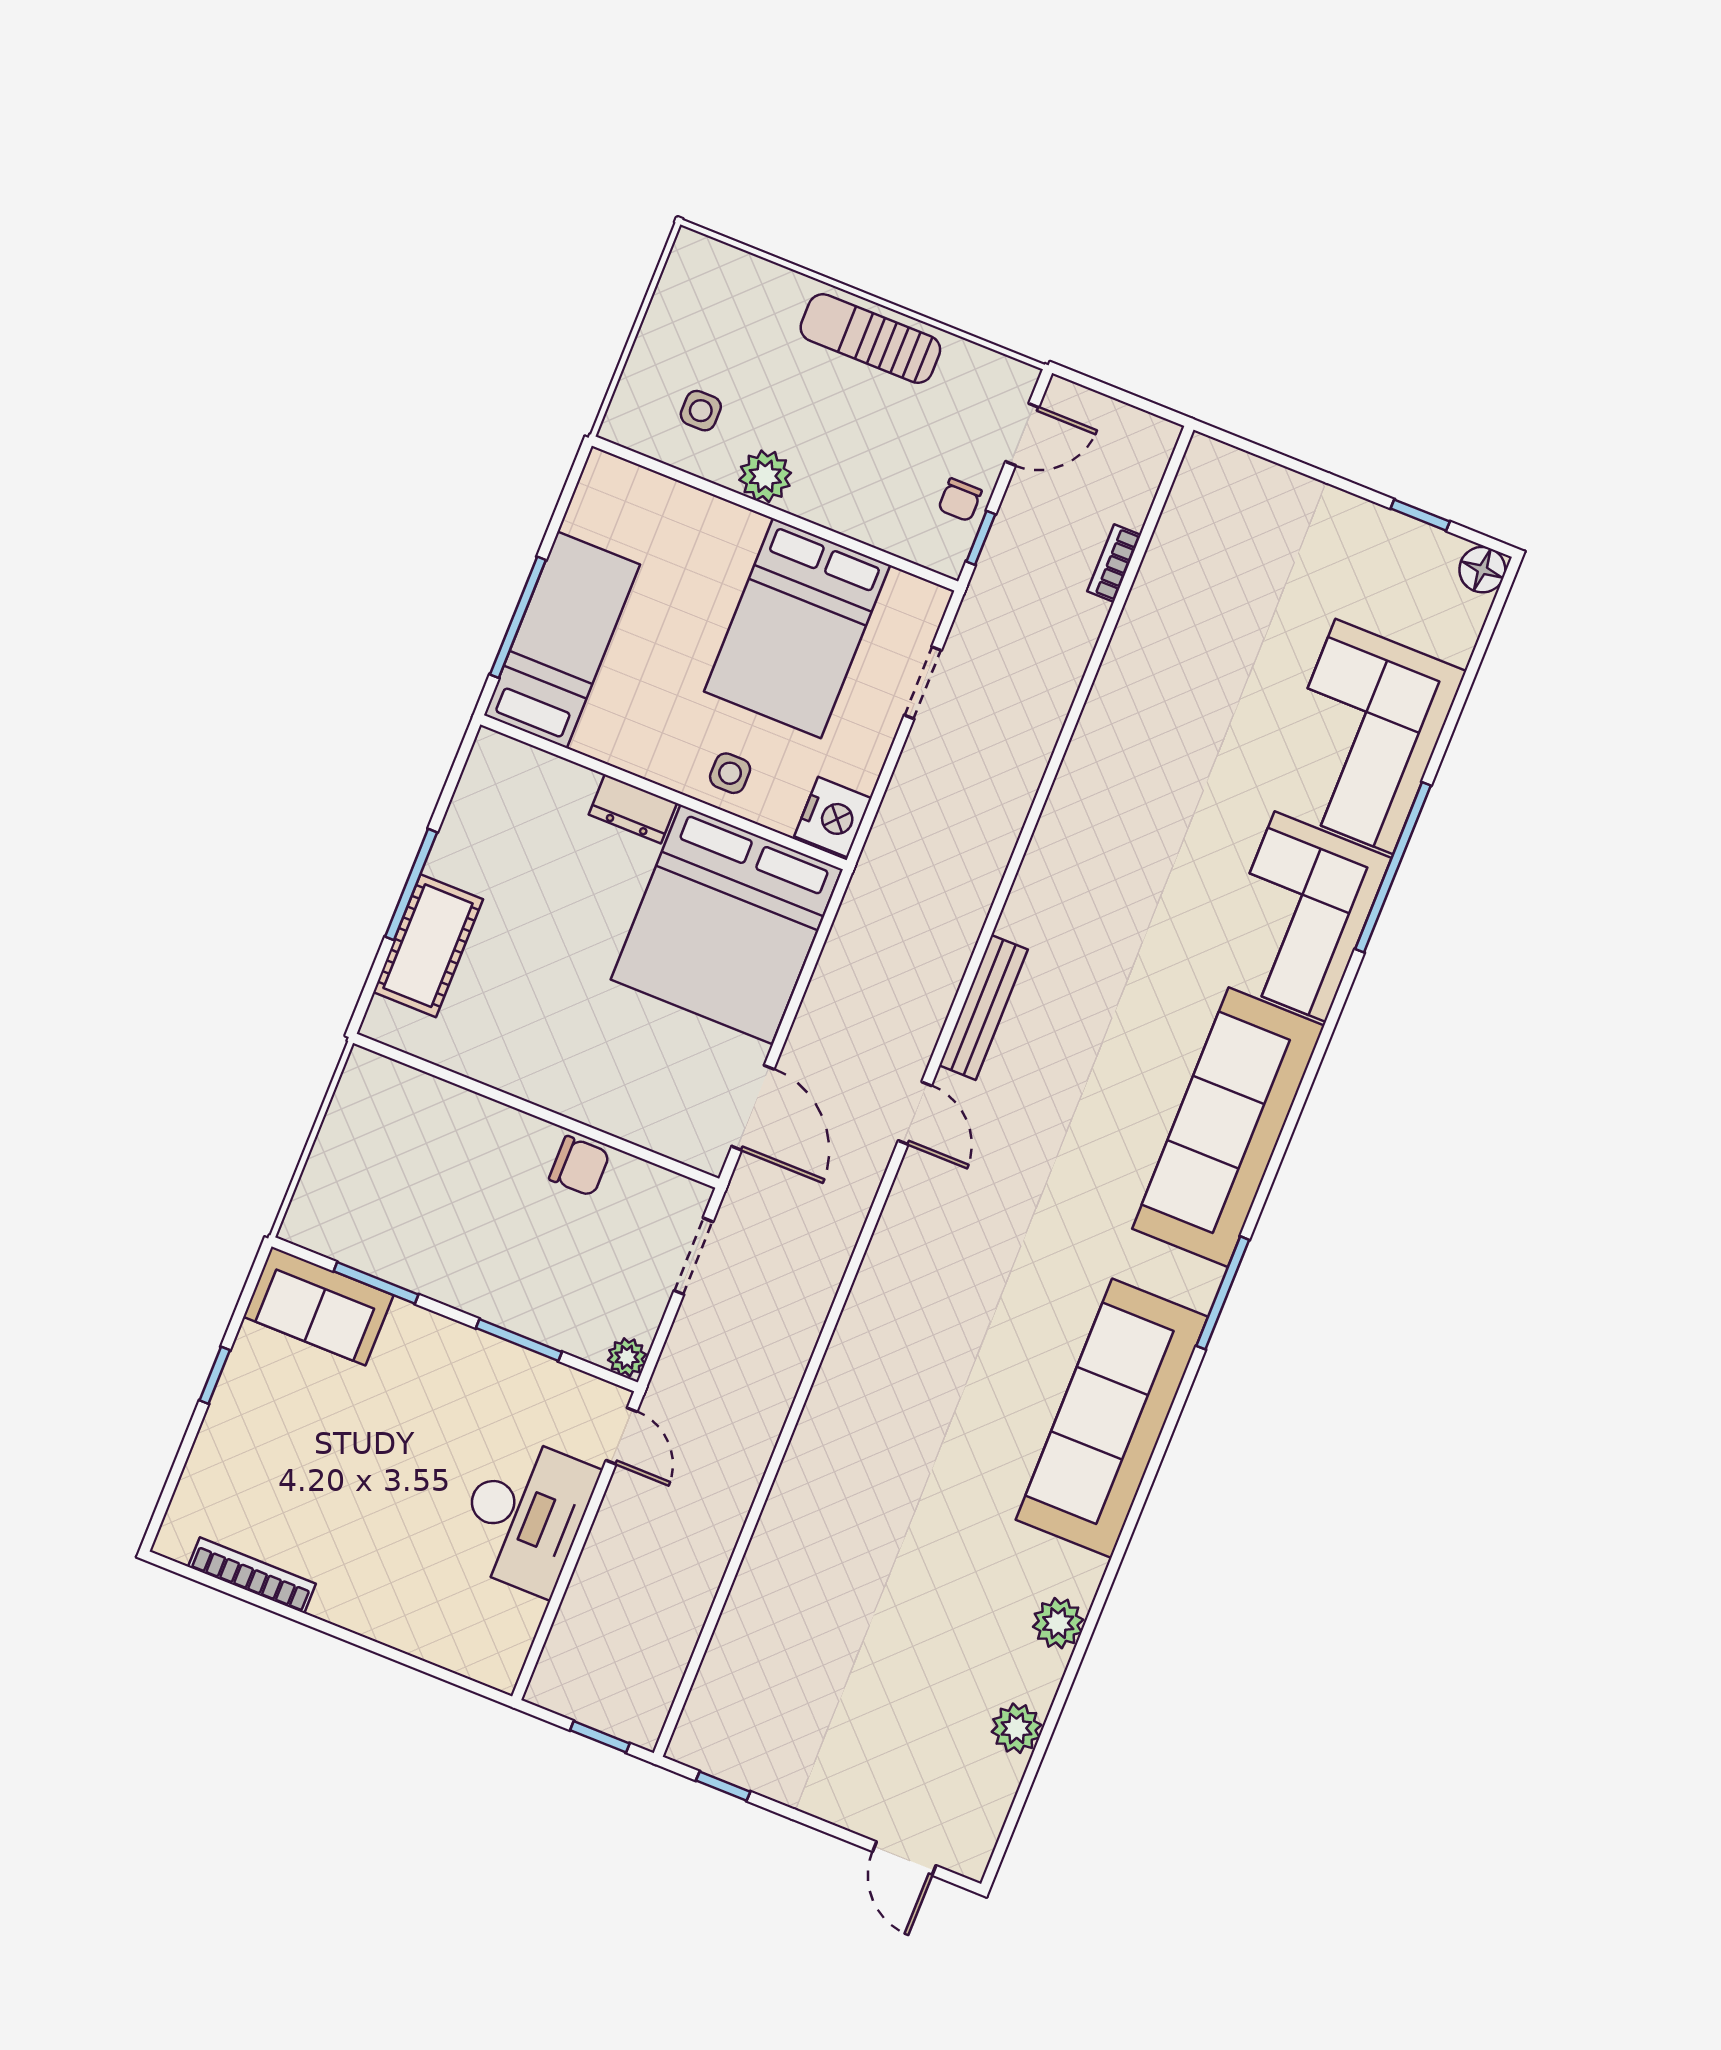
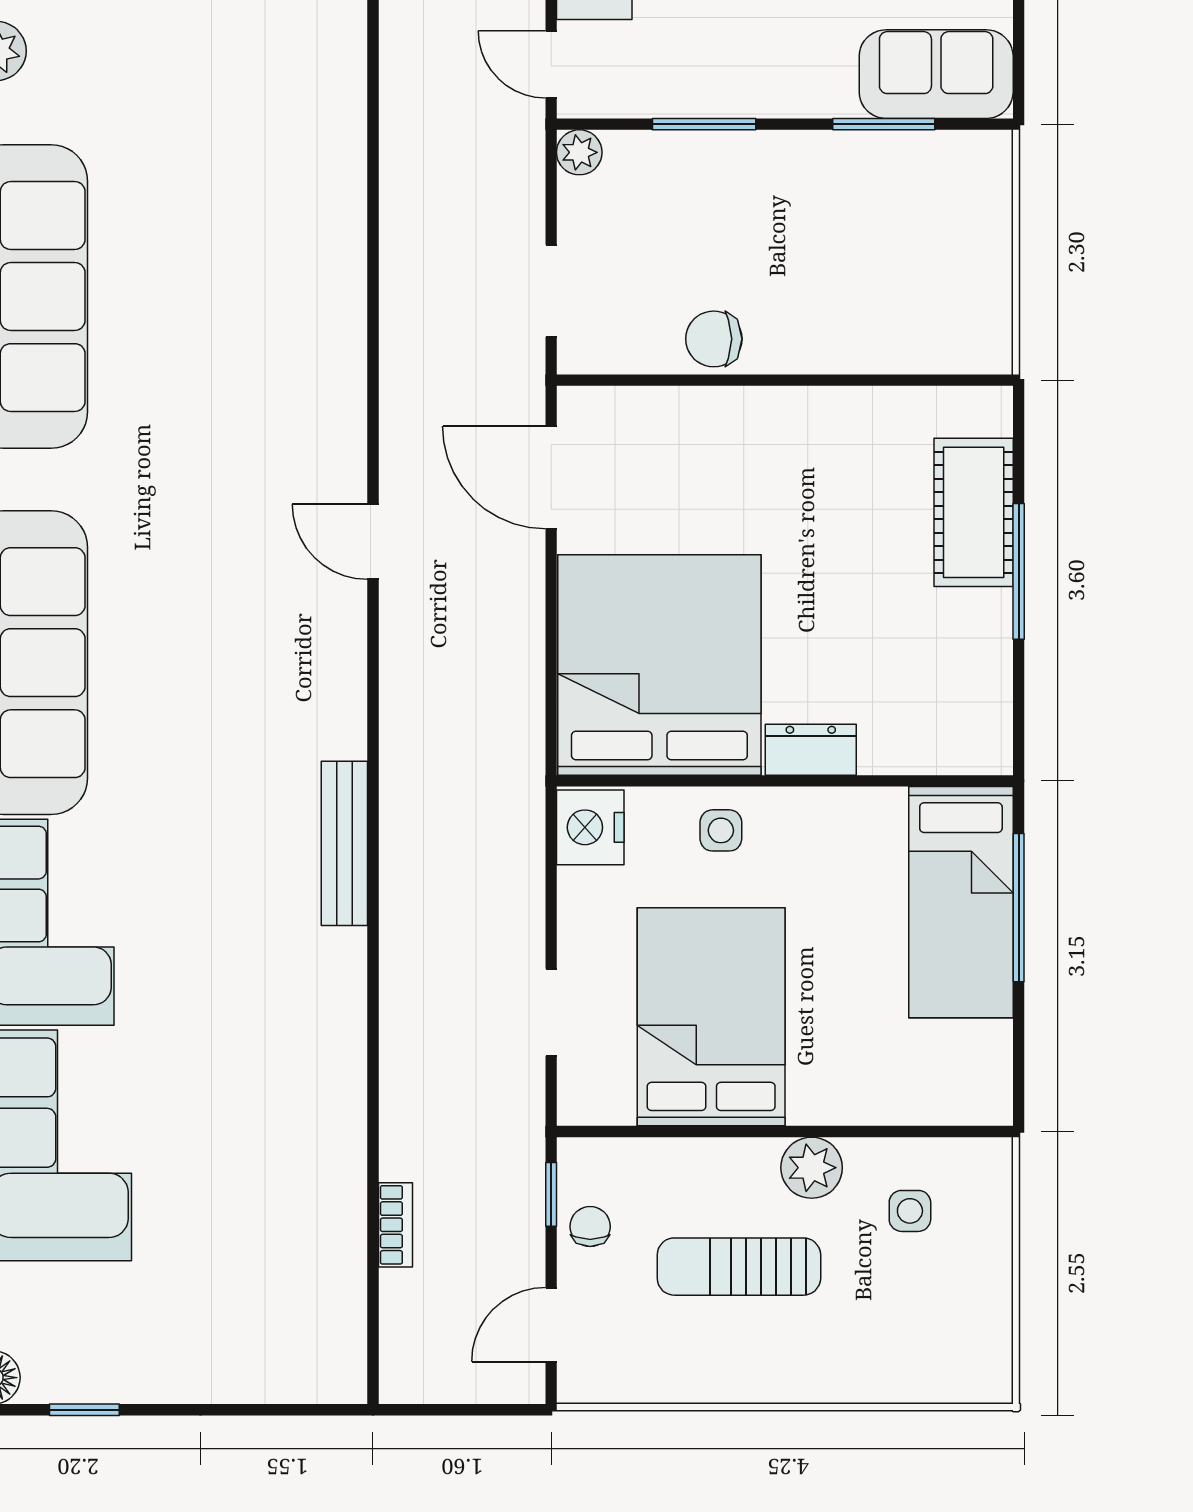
sun lounger: (870, 339) -> (739, 1267), moved, turned 180
bench: (984, 1007) -> (344, 843), moved

